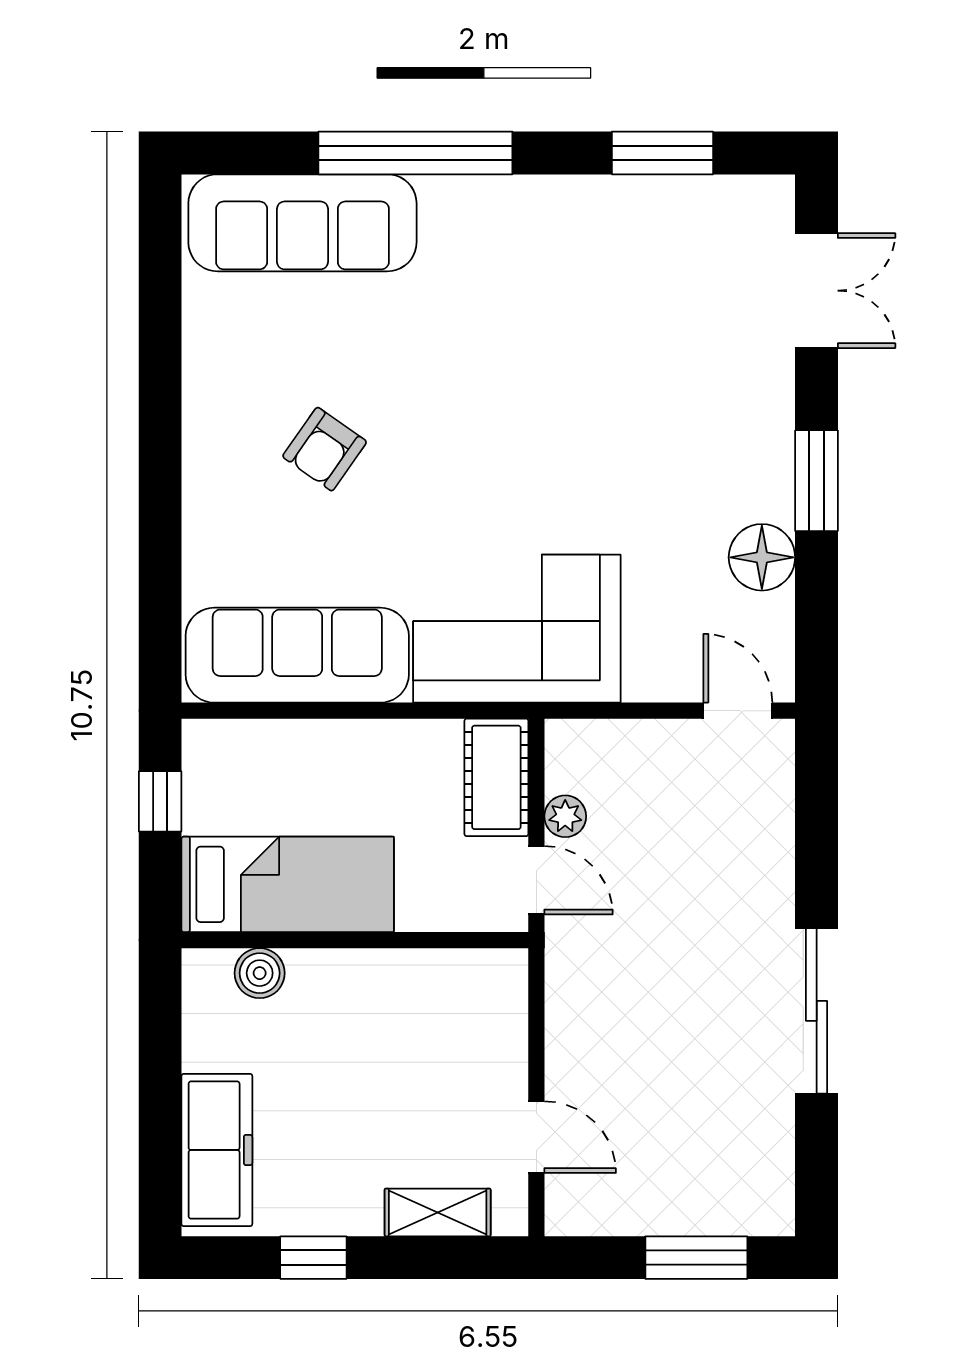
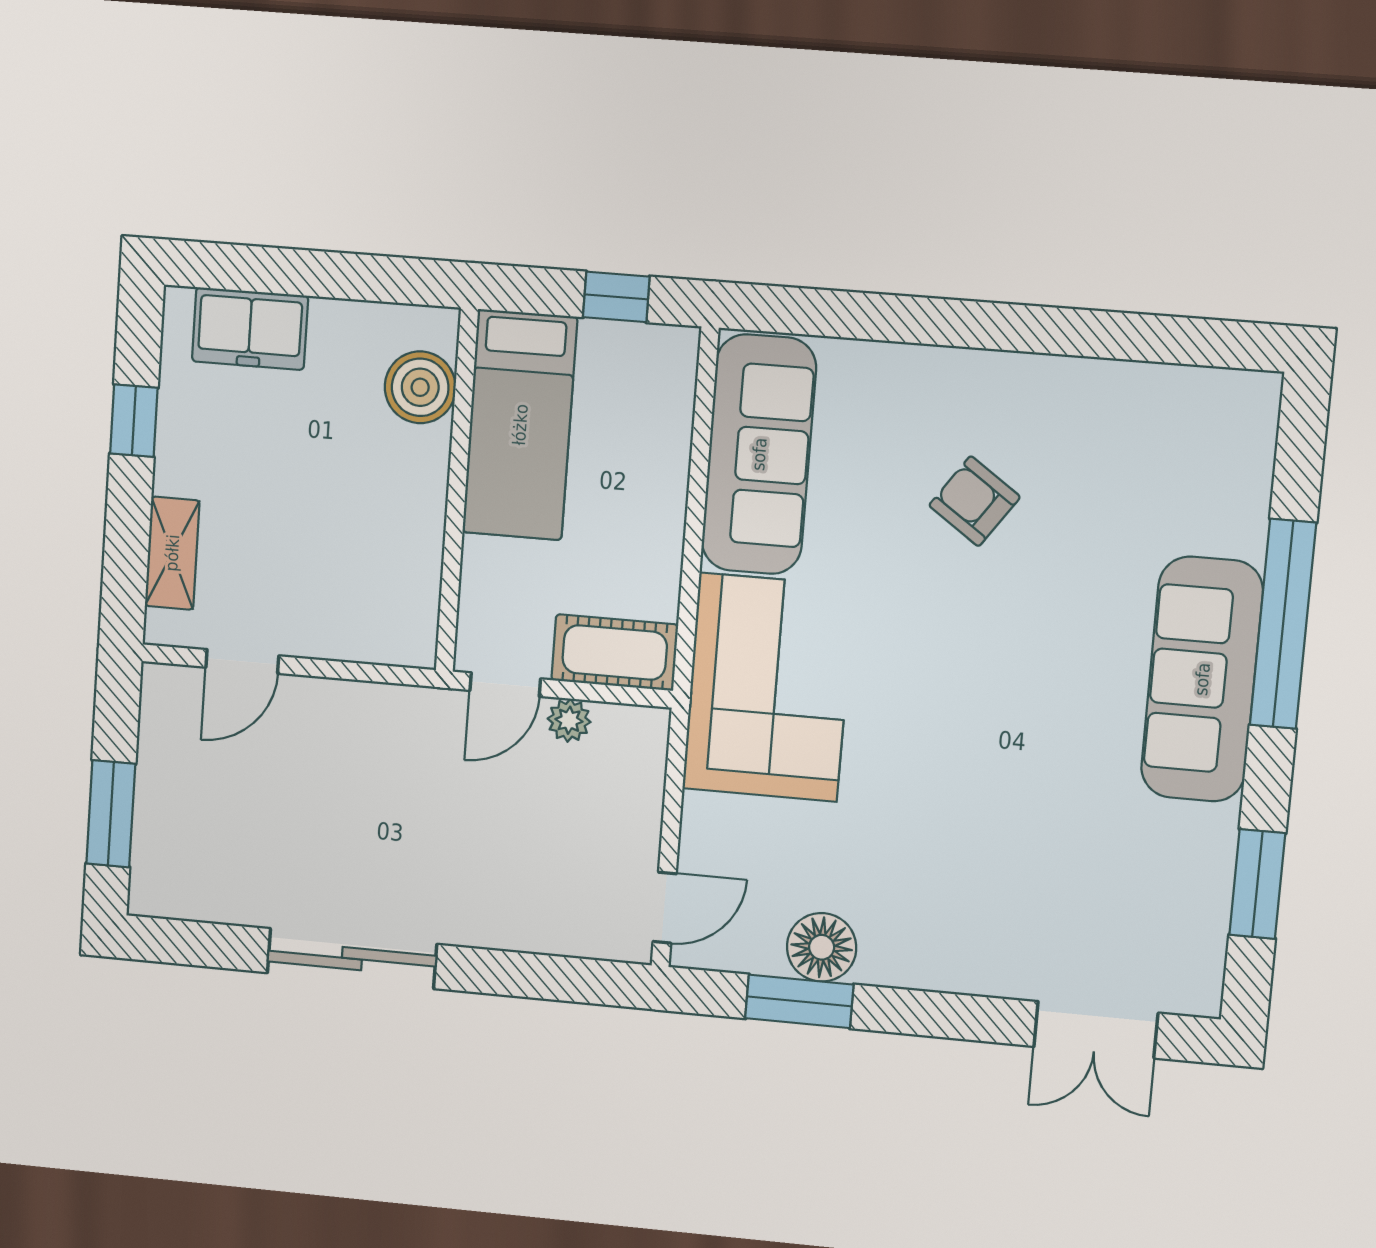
sofa: (302, 223) -> (1202, 679), moved
window: (817, 481) -> (799, 1001), moved
boiler: (260, 973) -> (420, 387), width x1.36, depth x1.36
freezer: (217, 1150) -> (250, 329), width x0.71

